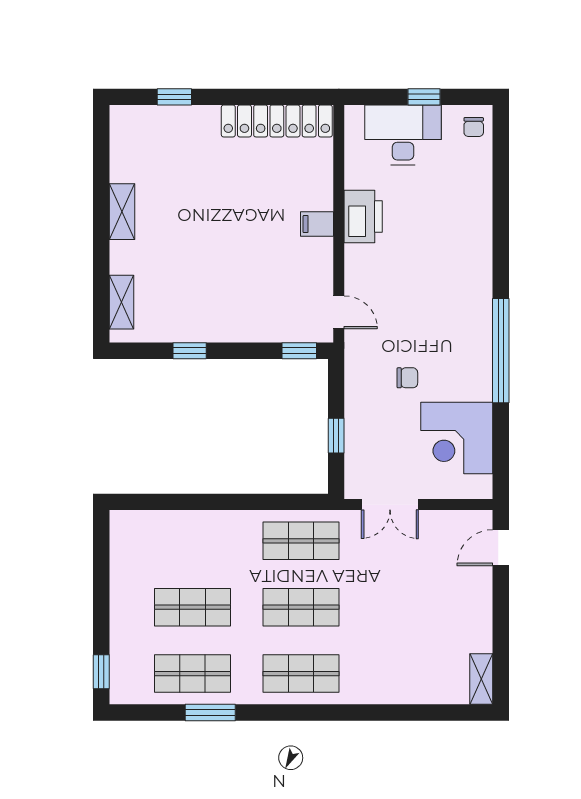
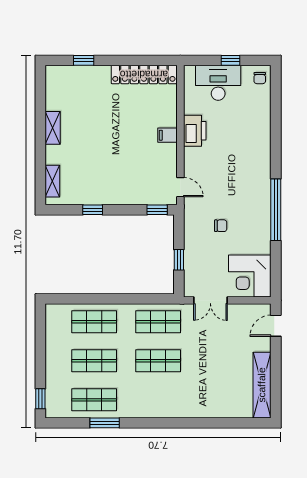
corner desk: (457, 438) -> (250, 276), moved
shop shelf: (301, 674) -> (94, 322), moved
shelving: (481, 679) -> (262, 385), width x2.20, depth x1.33

